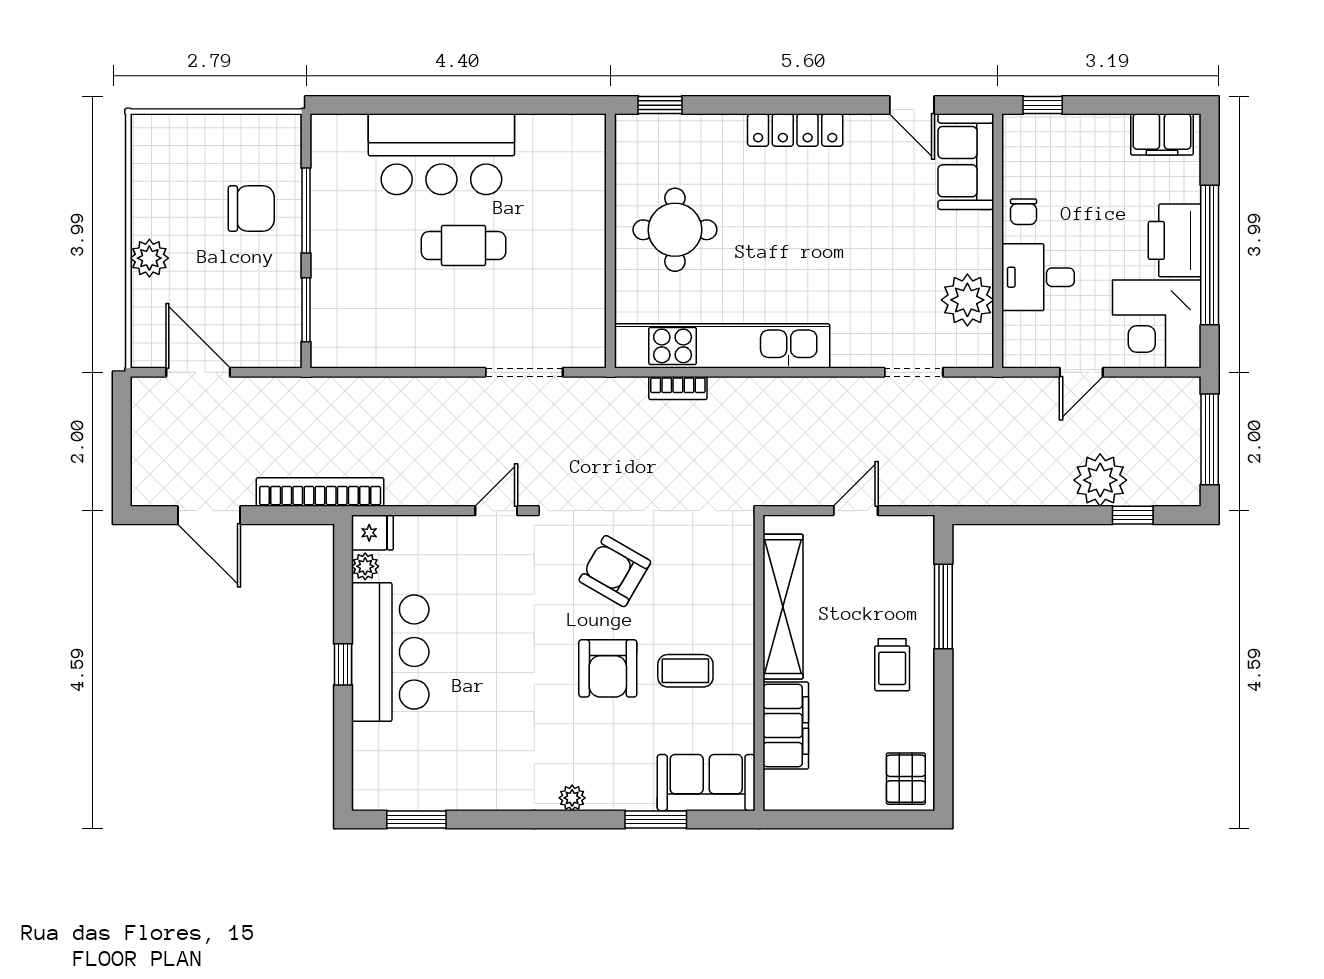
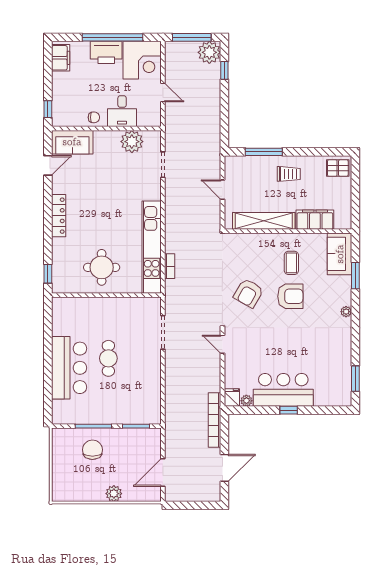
plant: (1100, 480) -> (209, 52), moved

